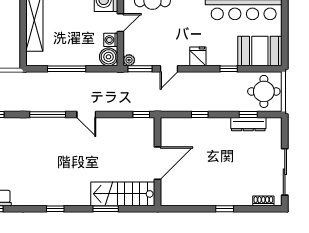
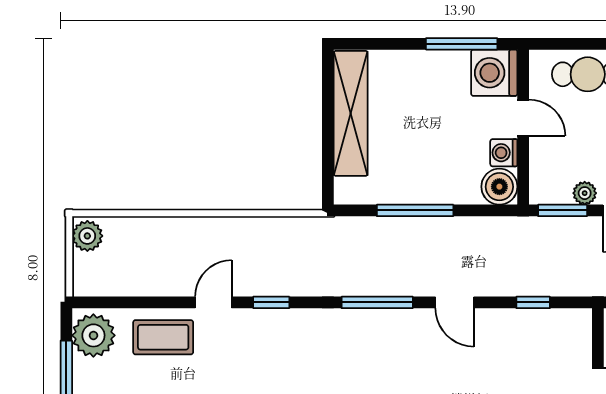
door: (120, 23) -> (523, 118), hinge flipped
plant: (129, 60) -> (585, 193), moved
window: (141, 114) -> (533, 302), moved

